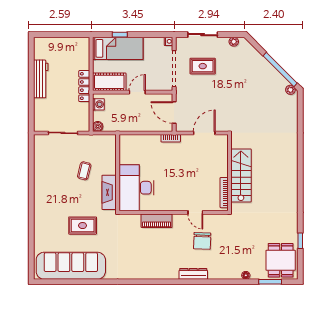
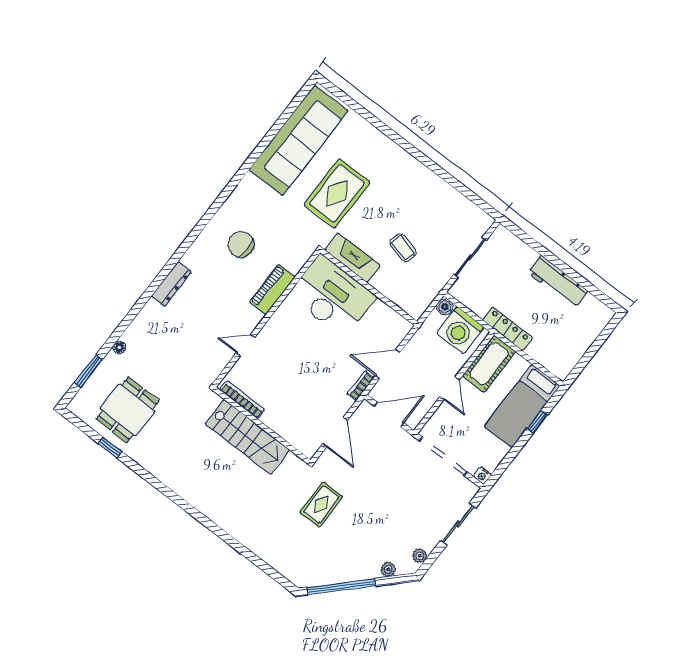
rug: (203, 66) -> (321, 505), moved
plant: (290, 90) -> (388, 569), moved
washing machine: (98, 104) -> (460, 330), width x1.89, depth x1.89
door: (149, 133) -> (388, 364), added
rug: (83, 226) -> (337, 193), width x1.36, depth x1.43
chair: (202, 241) -> (241, 245), moved
dining table: (281, 260) -> (128, 410), moved, turned 90

